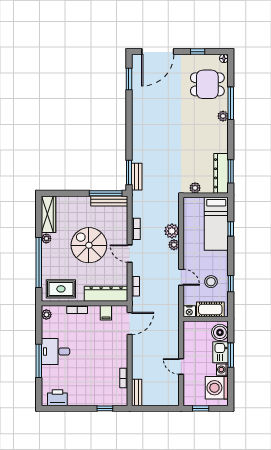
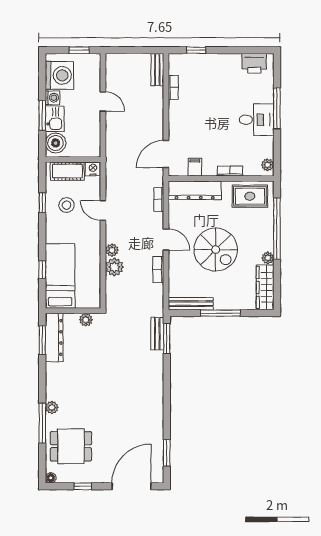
window: (106, 193) -> (220, 313), moved

